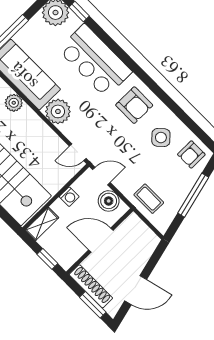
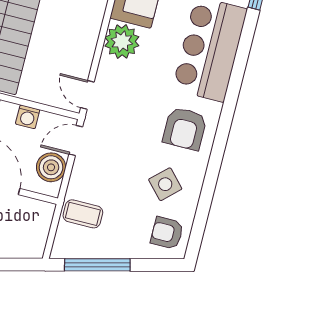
door: (101, 176) -> (76, 140), swing flipped
window: (193, 195) -> (97, 265), moved
coffee table: (149, 199) -> (83, 214), turned 90

